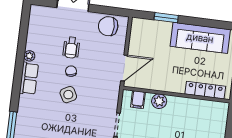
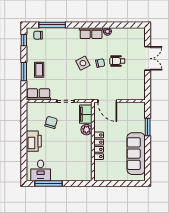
chair: (108, 26) -> (136, 86), removed
locker: (205, 90) -> (99, 146), moved
filing cabinet: (138, 100) -> (86, 114), width x2.00

